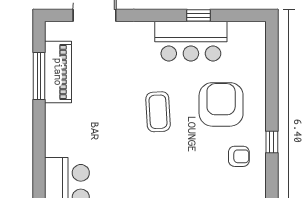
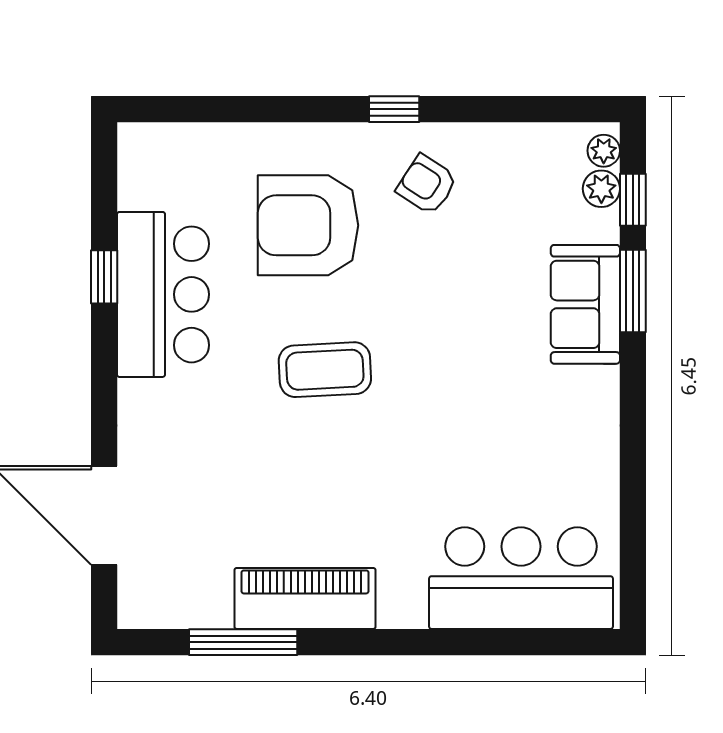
piano: (58, 72) -> (305, 598), moved
armchair: (239, 156) -> (427, 185), turned -57

